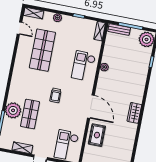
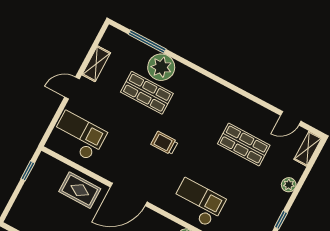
shop shelf: (42, 50) -> (244, 144), width x0.70, depth x0.74

